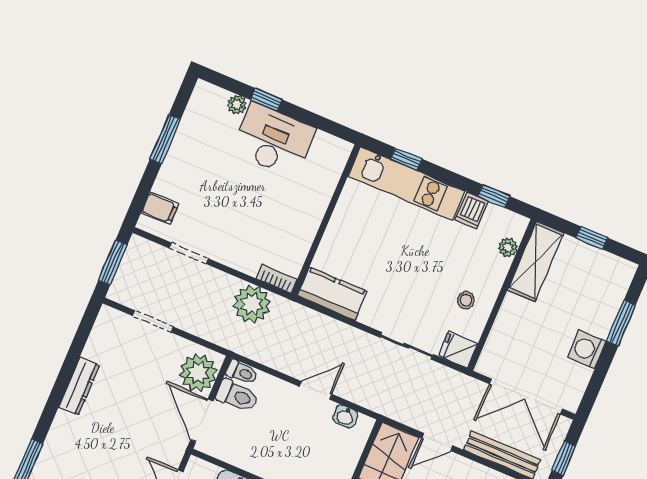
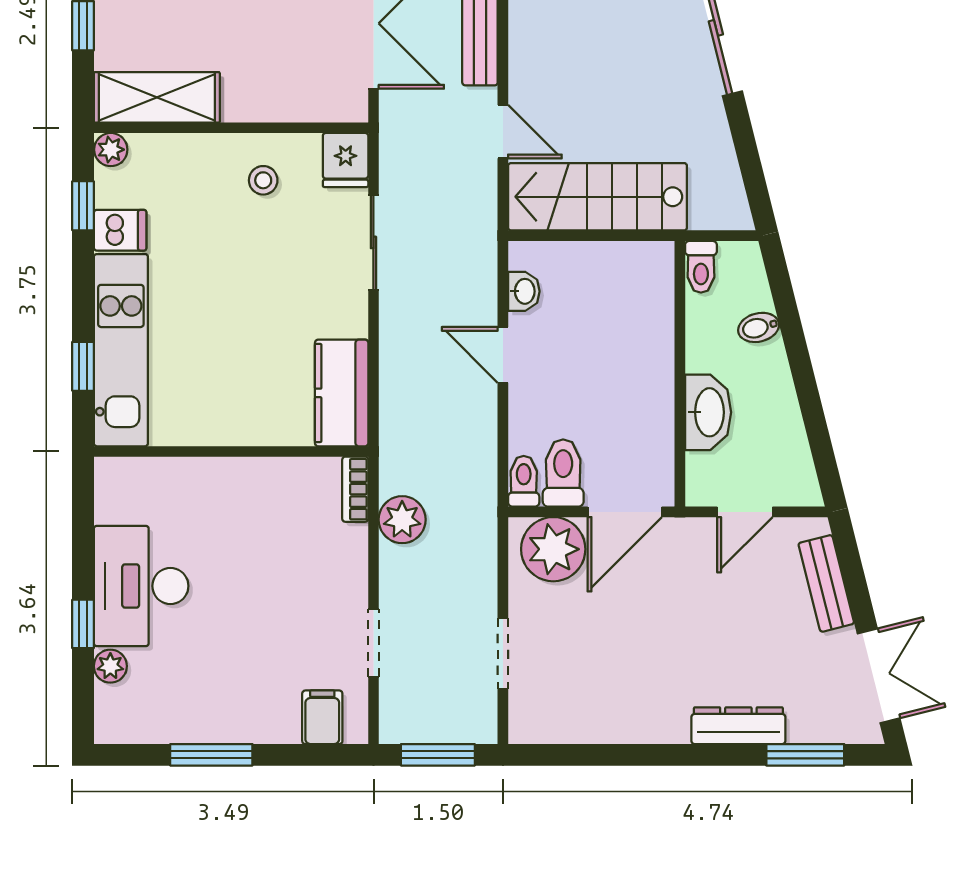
plant: (508, 247) -> (111, 150), moved
plant: (252, 304) -> (402, 520), width x0.73, depth x0.73
dresser: (79, 386) -> (738, 726), moved

